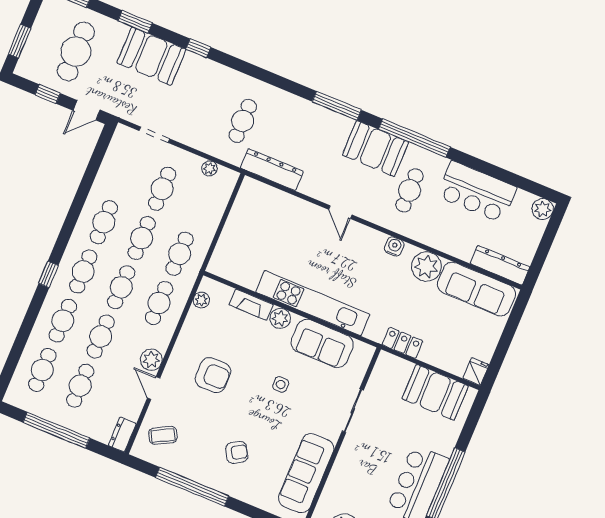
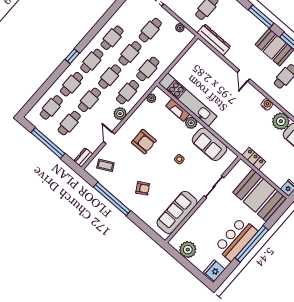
kitchen unit: (313, 303) -> (188, 100), moved
plant: (151, 360) -> (120, 114), moved
booth: (435, 392) -> (259, 195), width x1.36, depth x1.42

